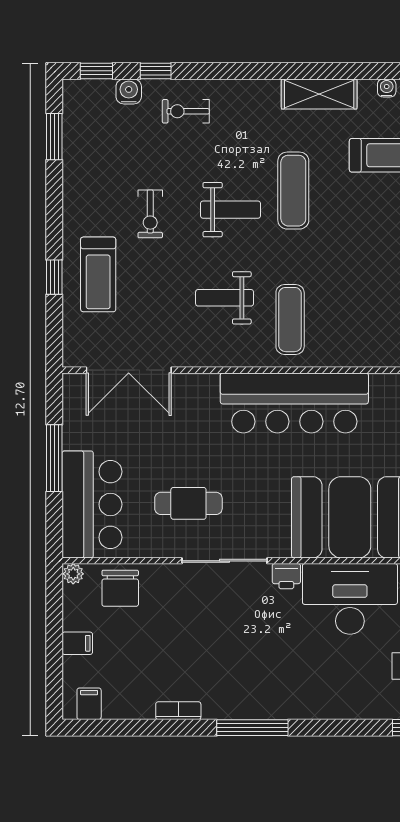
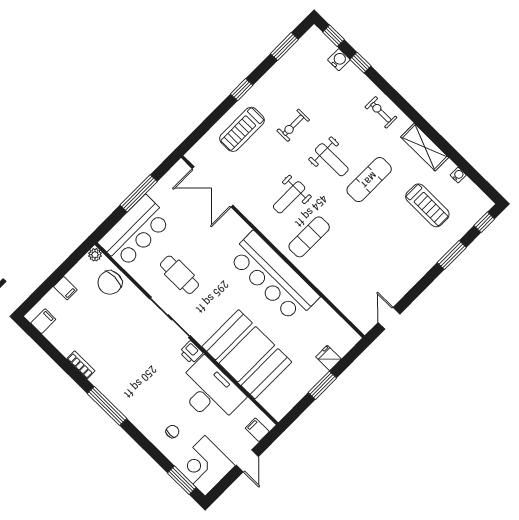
exercise bike: (186, 111) -> (381, 112), moved
window: (54, 277) -> (242, 90), moved
weight bench: (225, 298) -> (289, 197), turned -90
chair: (352, 684) -> (172, 432), added

